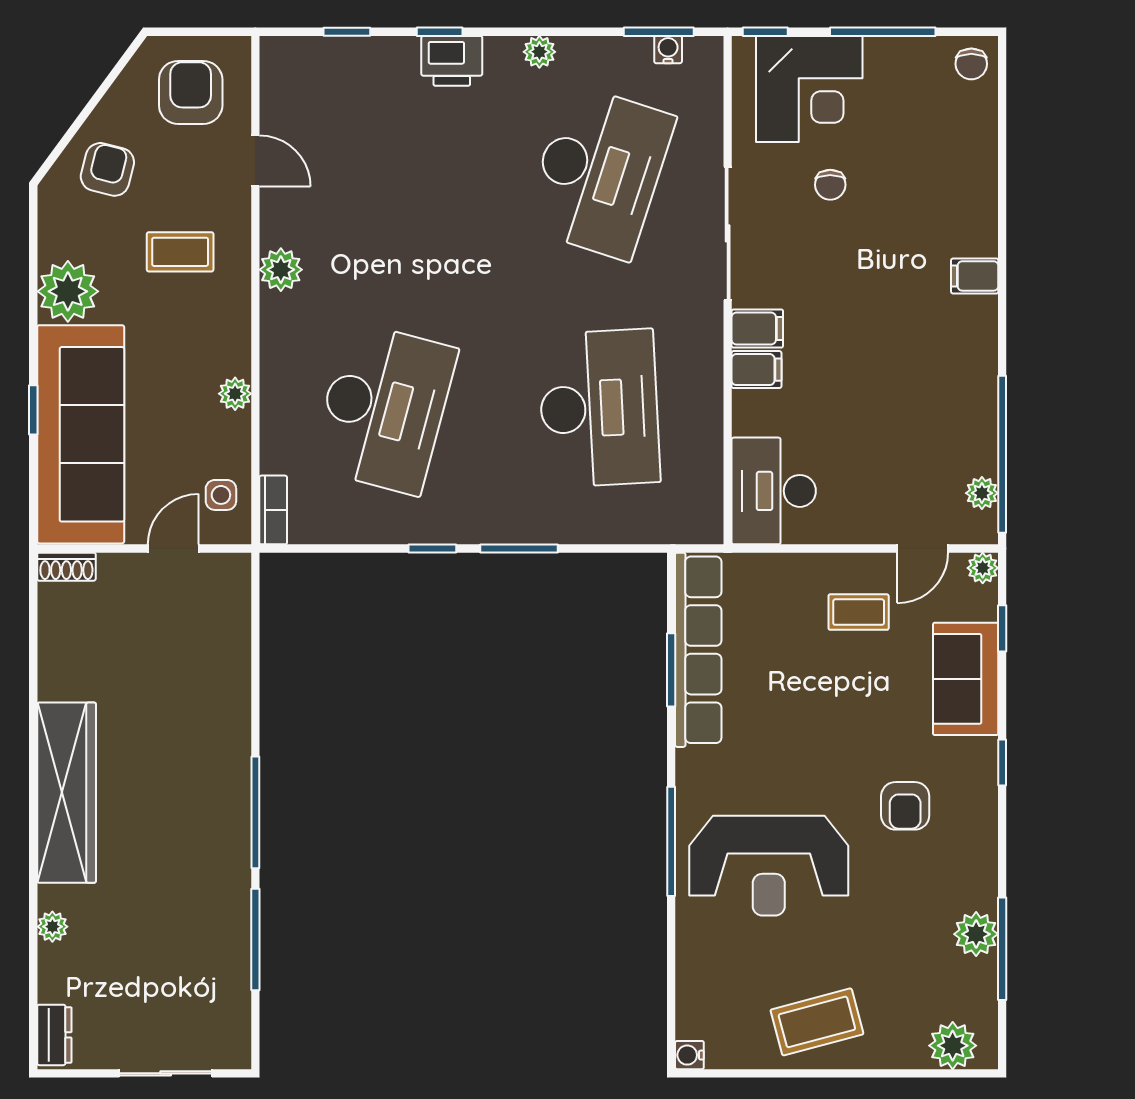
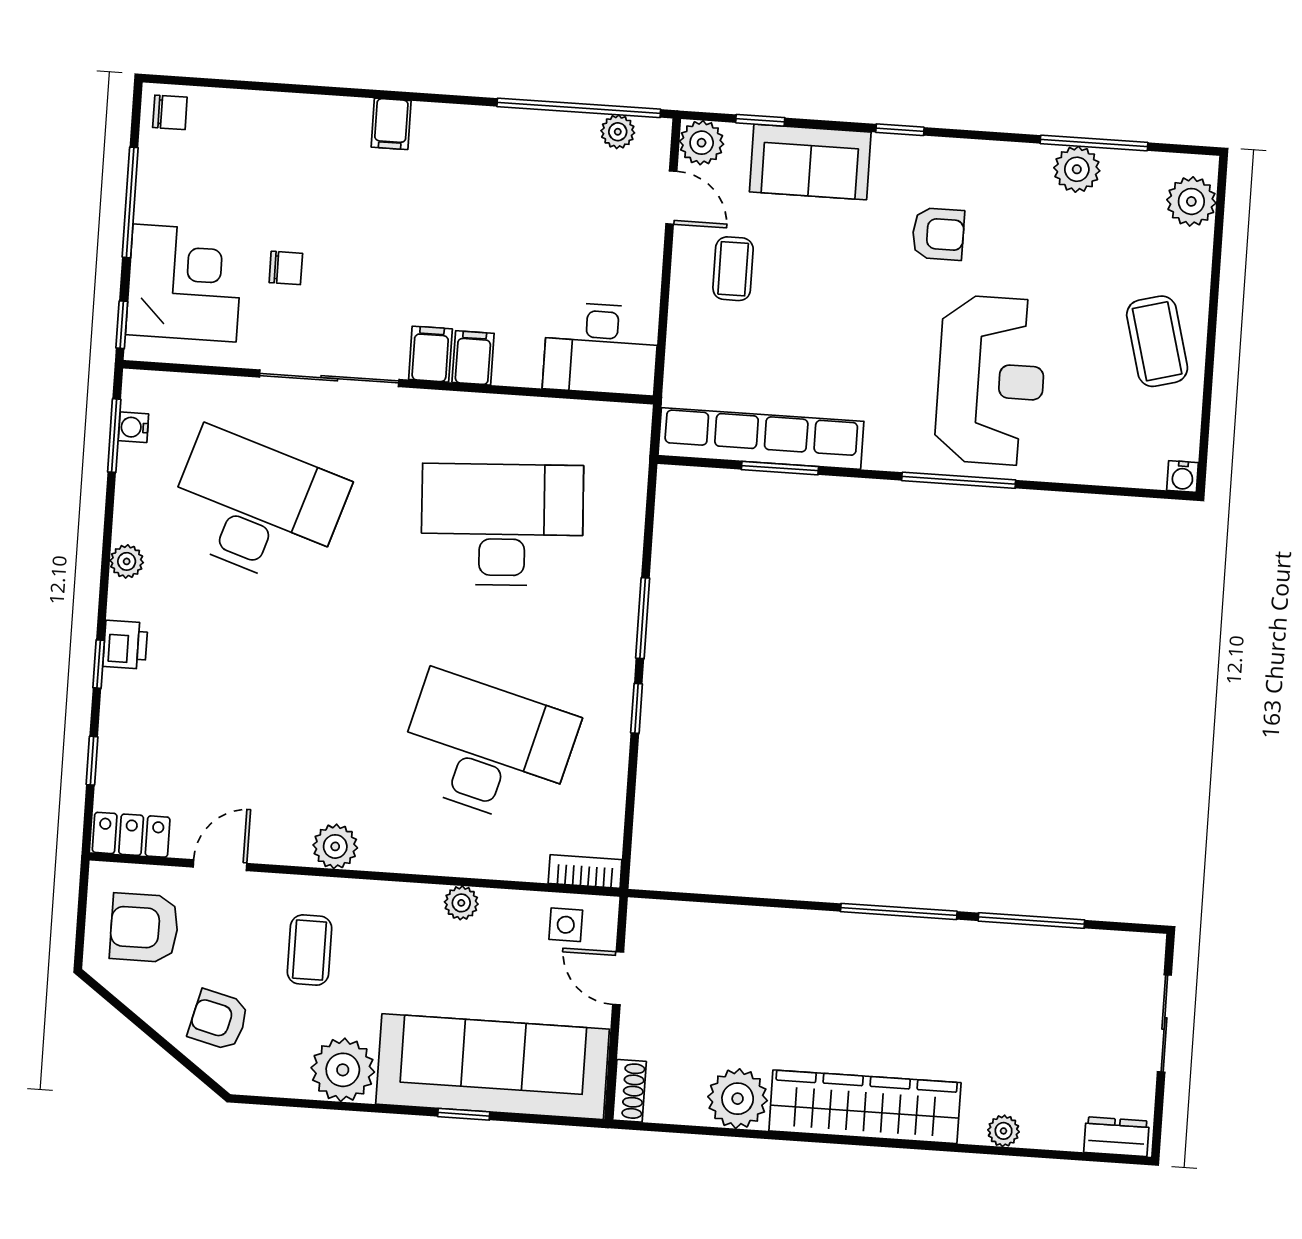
printer: (452, 61) -> (125, 645), width x0.73, depth x0.81
locker: (279, 74) -> (131, 835), added
plant: (983, 568) -> (702, 143), width x1.38, depth x1.38
plant: (66, 670) -> (738, 1099), added

